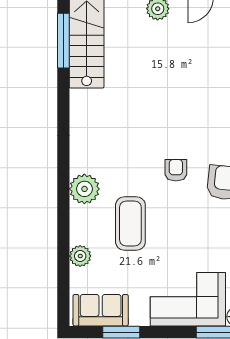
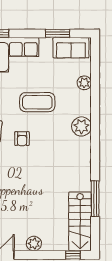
window: (63, 41) -> (95, 199), moved
coffee table: (130, 223) -> (37, 102), moved, turned 90

